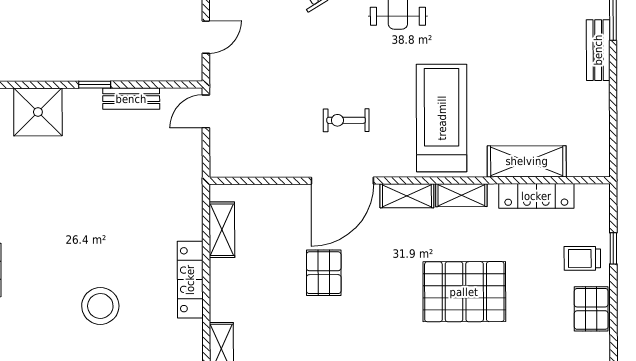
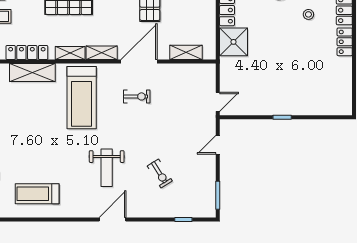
bench: (131, 99) -> (261, 109), removed
shower: (38, 112) -> (233, 42), moved
shelving: (222, 230) -> (186, 52), moved, turned 90
stool: (49, 263) -> (308, 14), added

